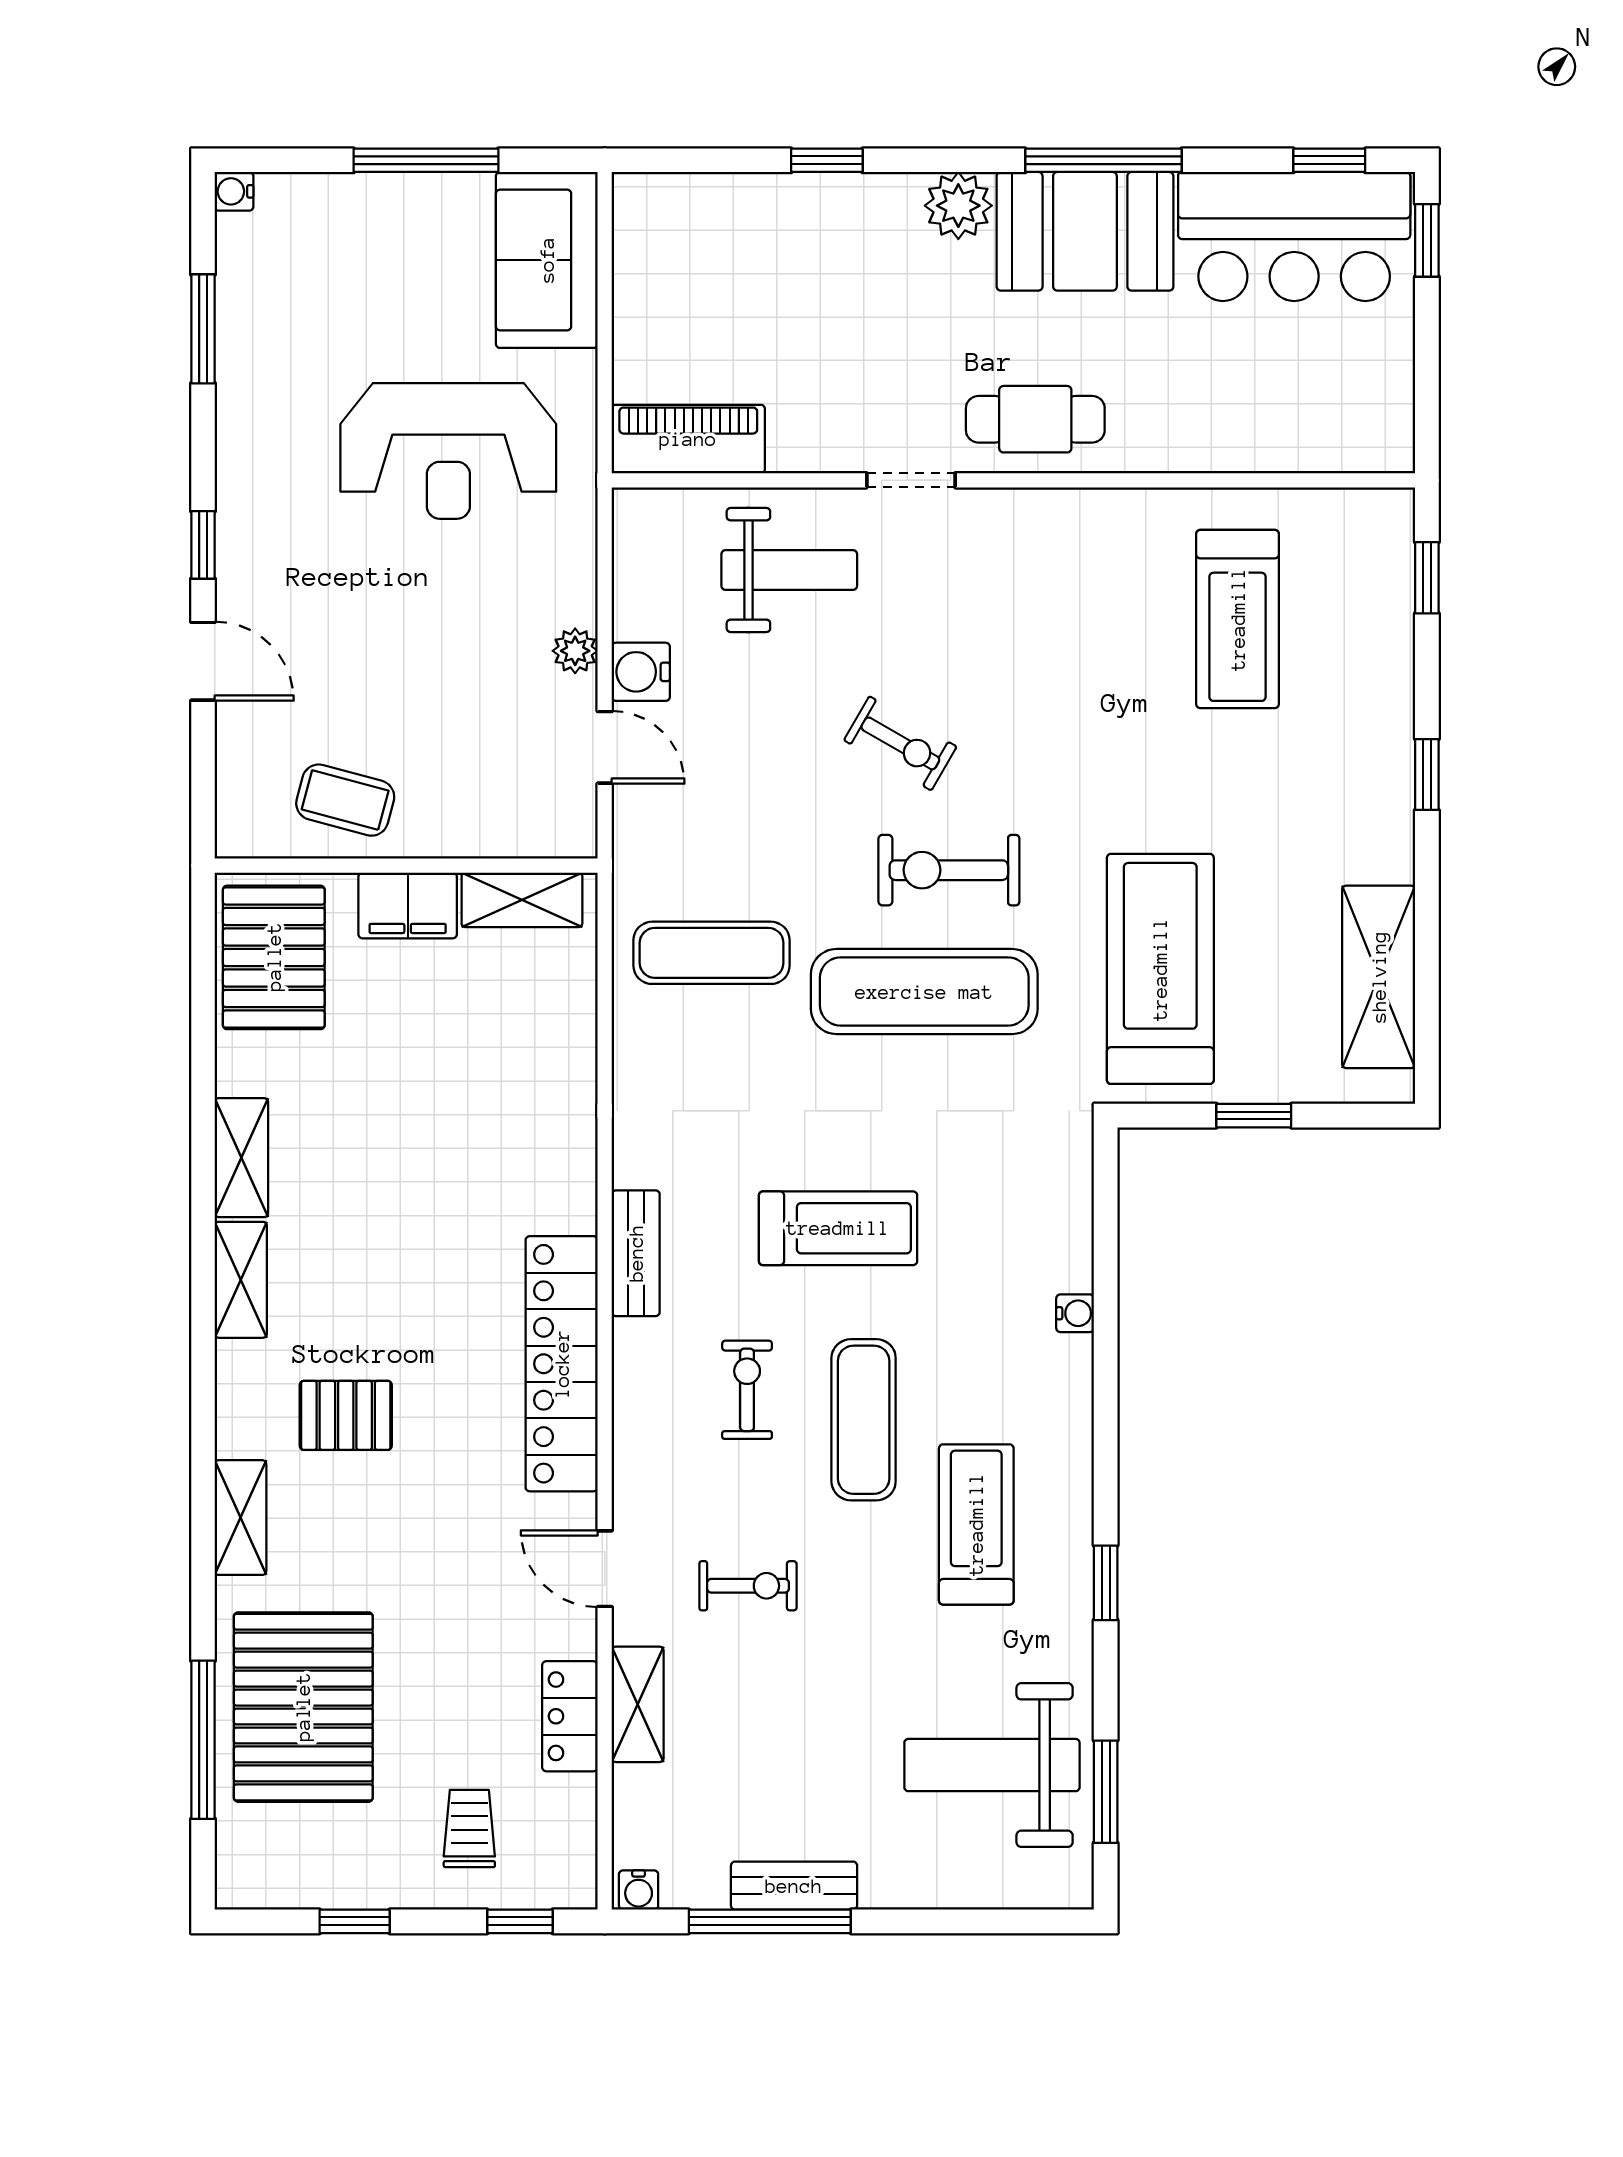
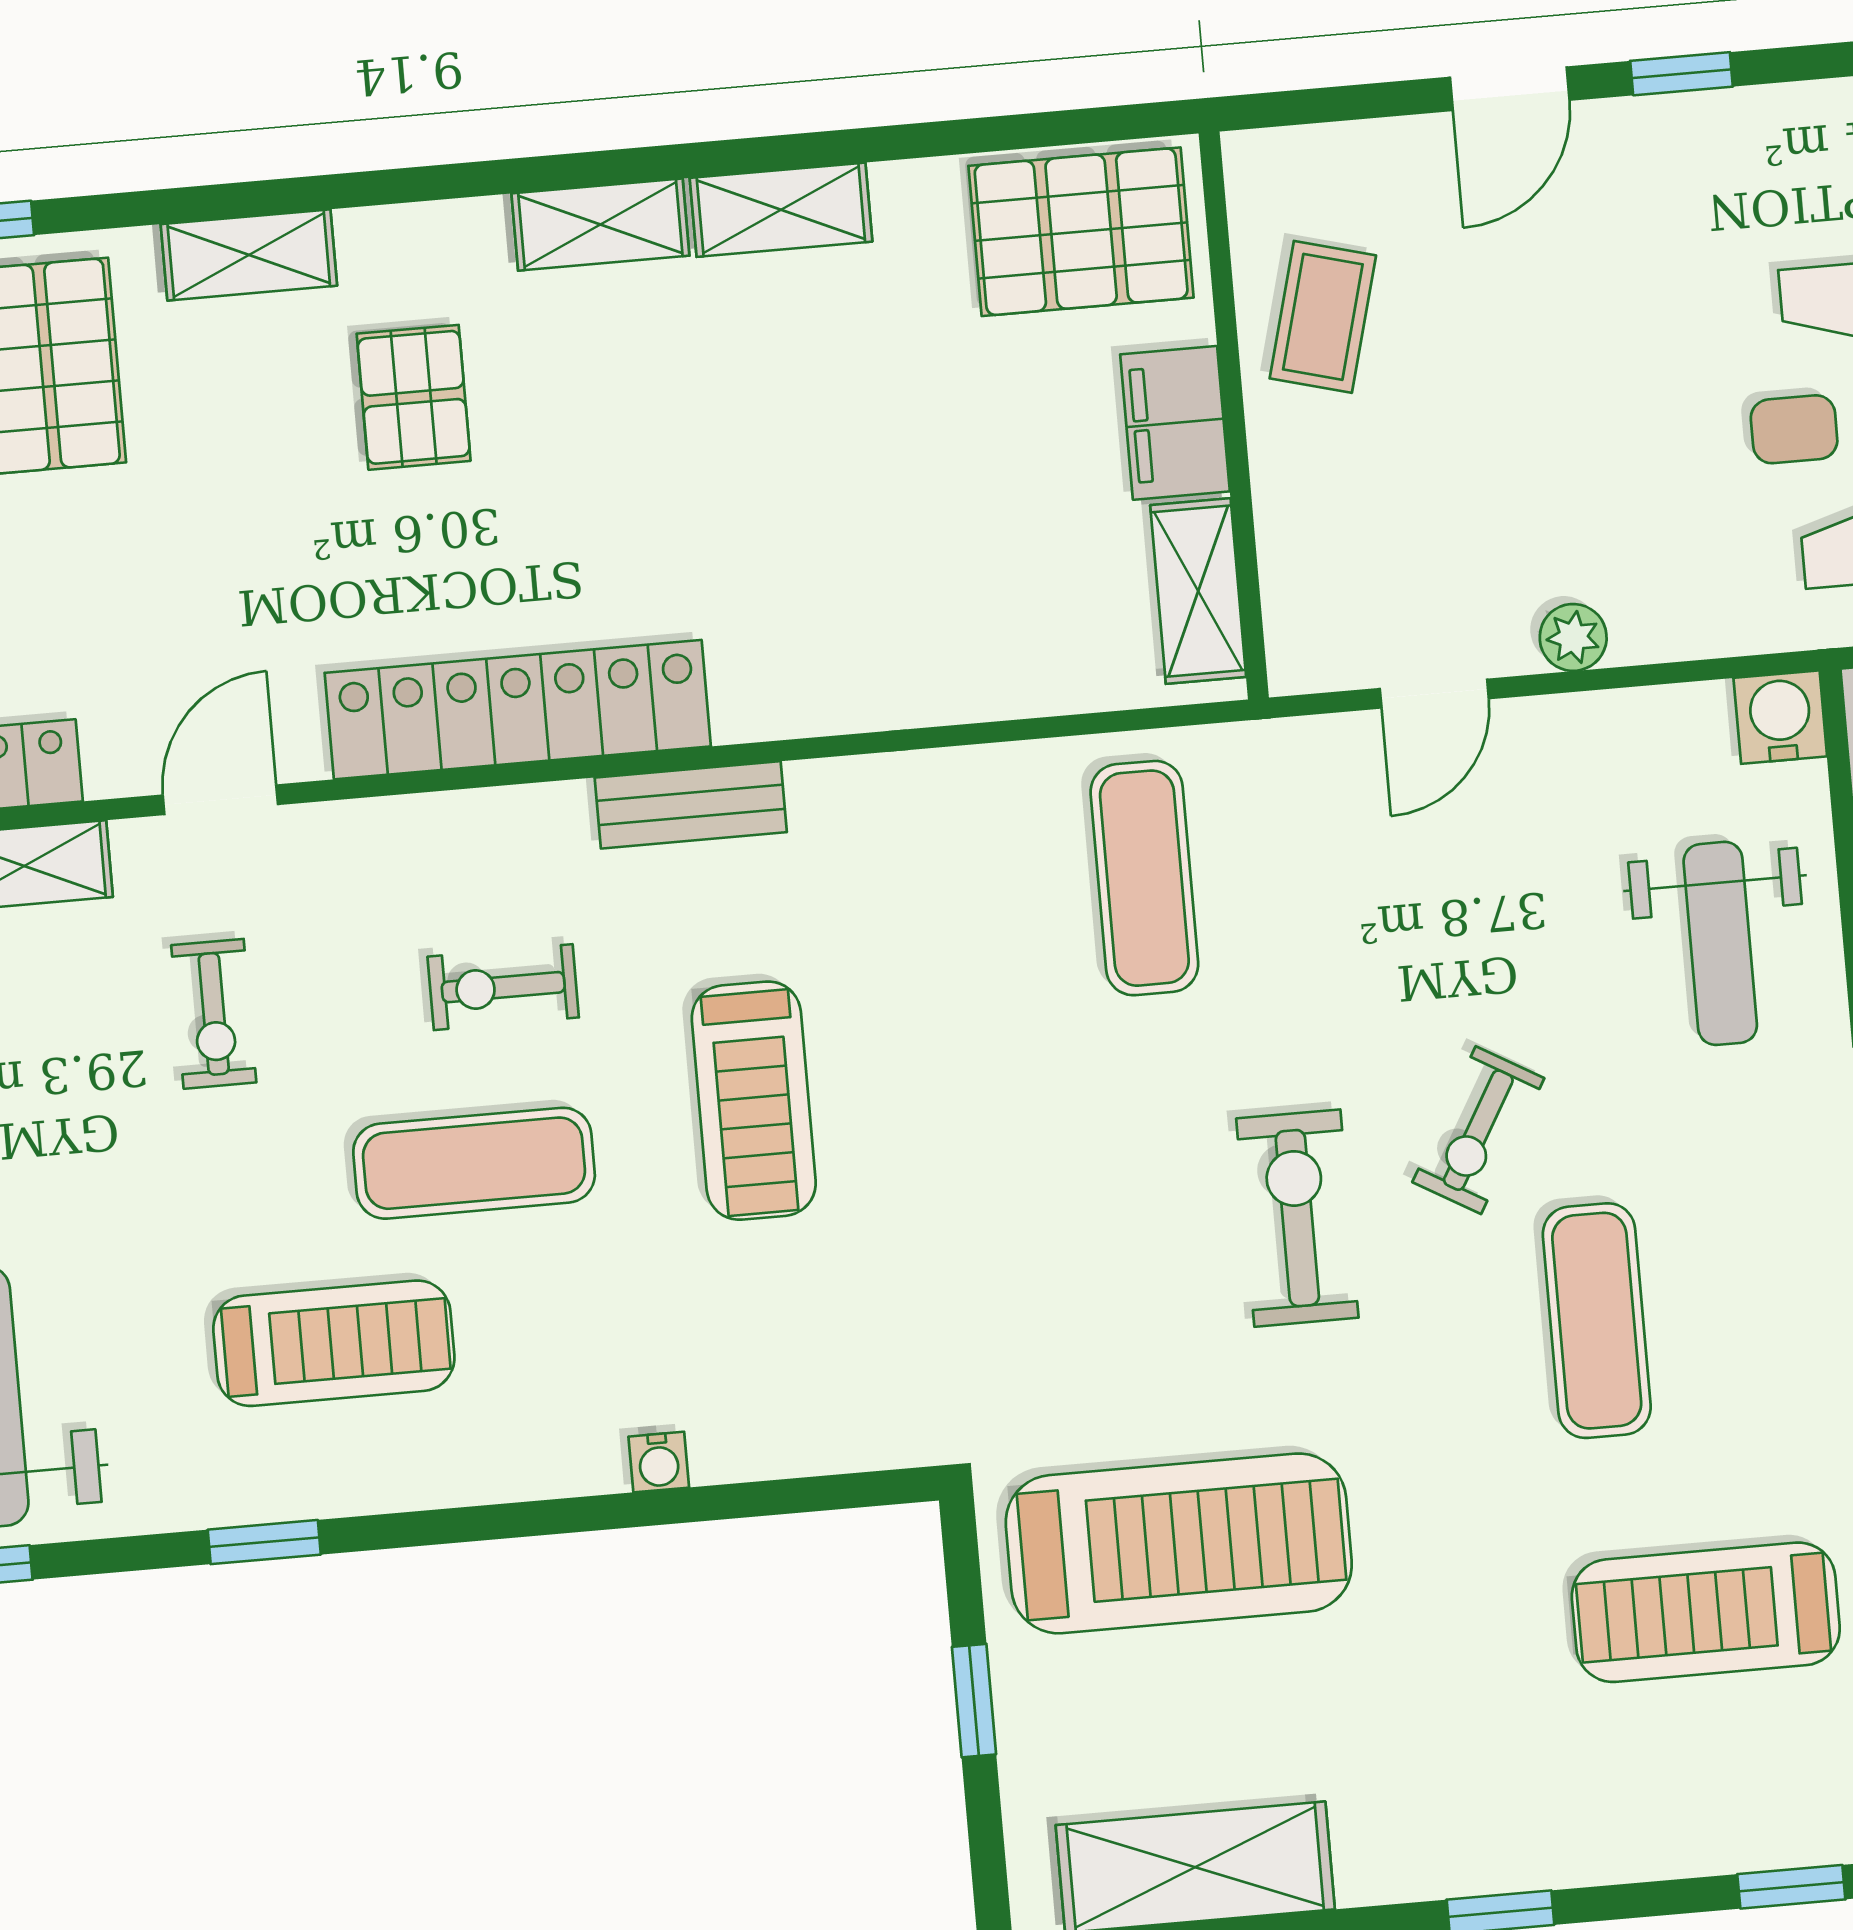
water cooler: (641, 672) -> (1780, 717), moved
exercise mat: (924, 992) -> (1597, 1321), moved, width x0.73, depth x0.69
exercise bike: (747, 1390) -> (503, 987), turned 180

